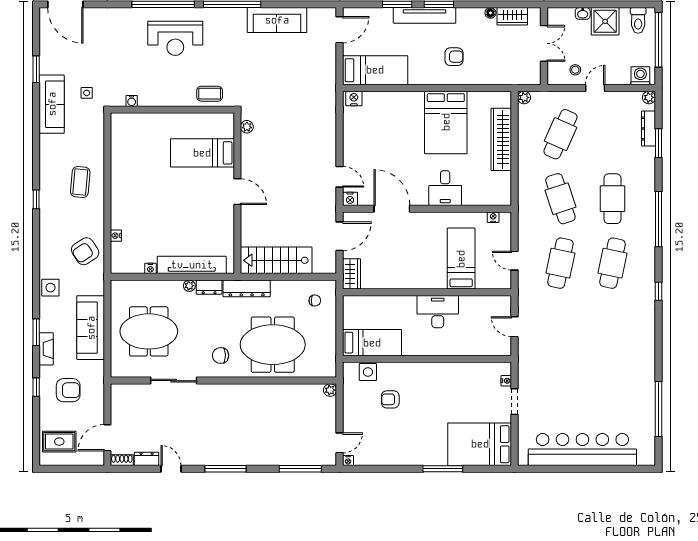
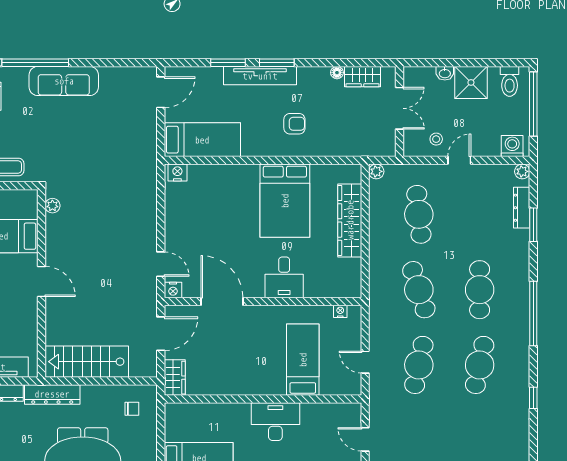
sofa: (277, 20) -> (64, 81), moved
cafe table: (560, 134) -> (419, 214), turned -30

